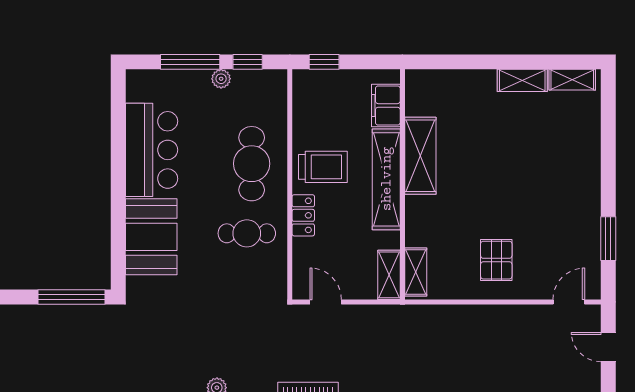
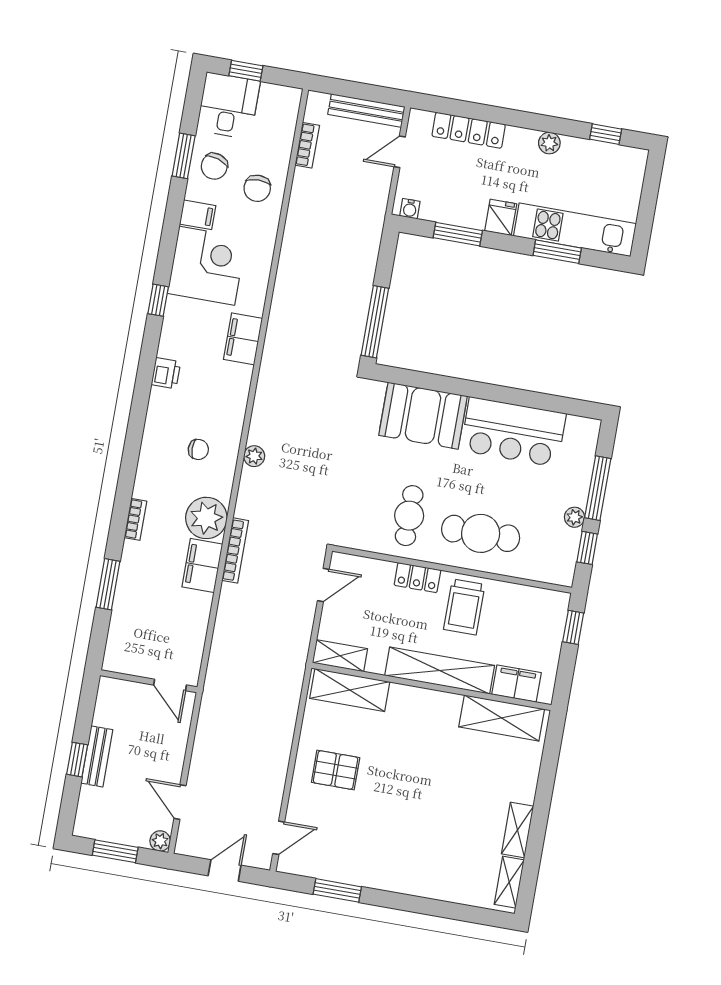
shelving: (420, 156) -> (502, 718), moved
shelving: (416, 272) -> (350, 690), width x1.50, depth x1.33
door: (569, 302) -> (279, 838), hinge flipped

